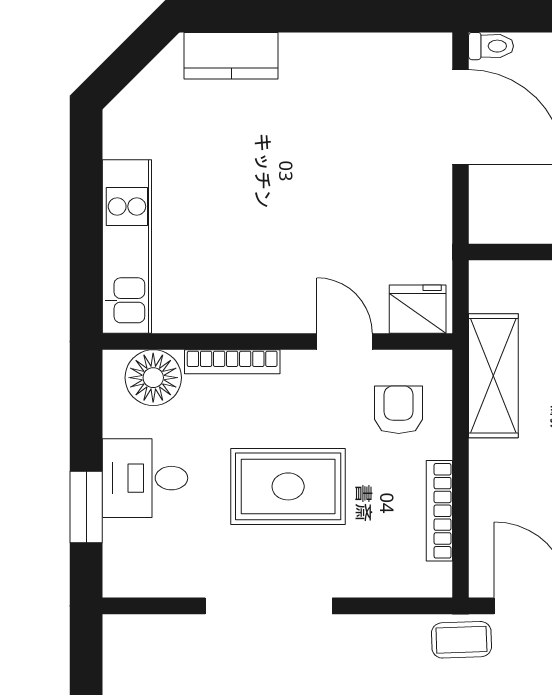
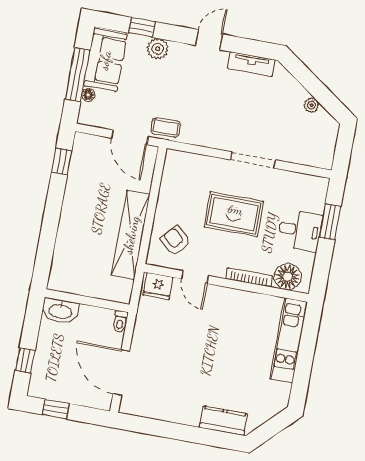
toilet: (491, 46) -> (120, 322), moved, turned -90
shelving: (493, 376) -> (131, 235), width x1.47
armchair: (399, 410) -> (175, 241), turned 132
bookcase: (439, 511) -> (165, 190), removed
doorway: (269, 606) -> (253, 160), width x0.73

